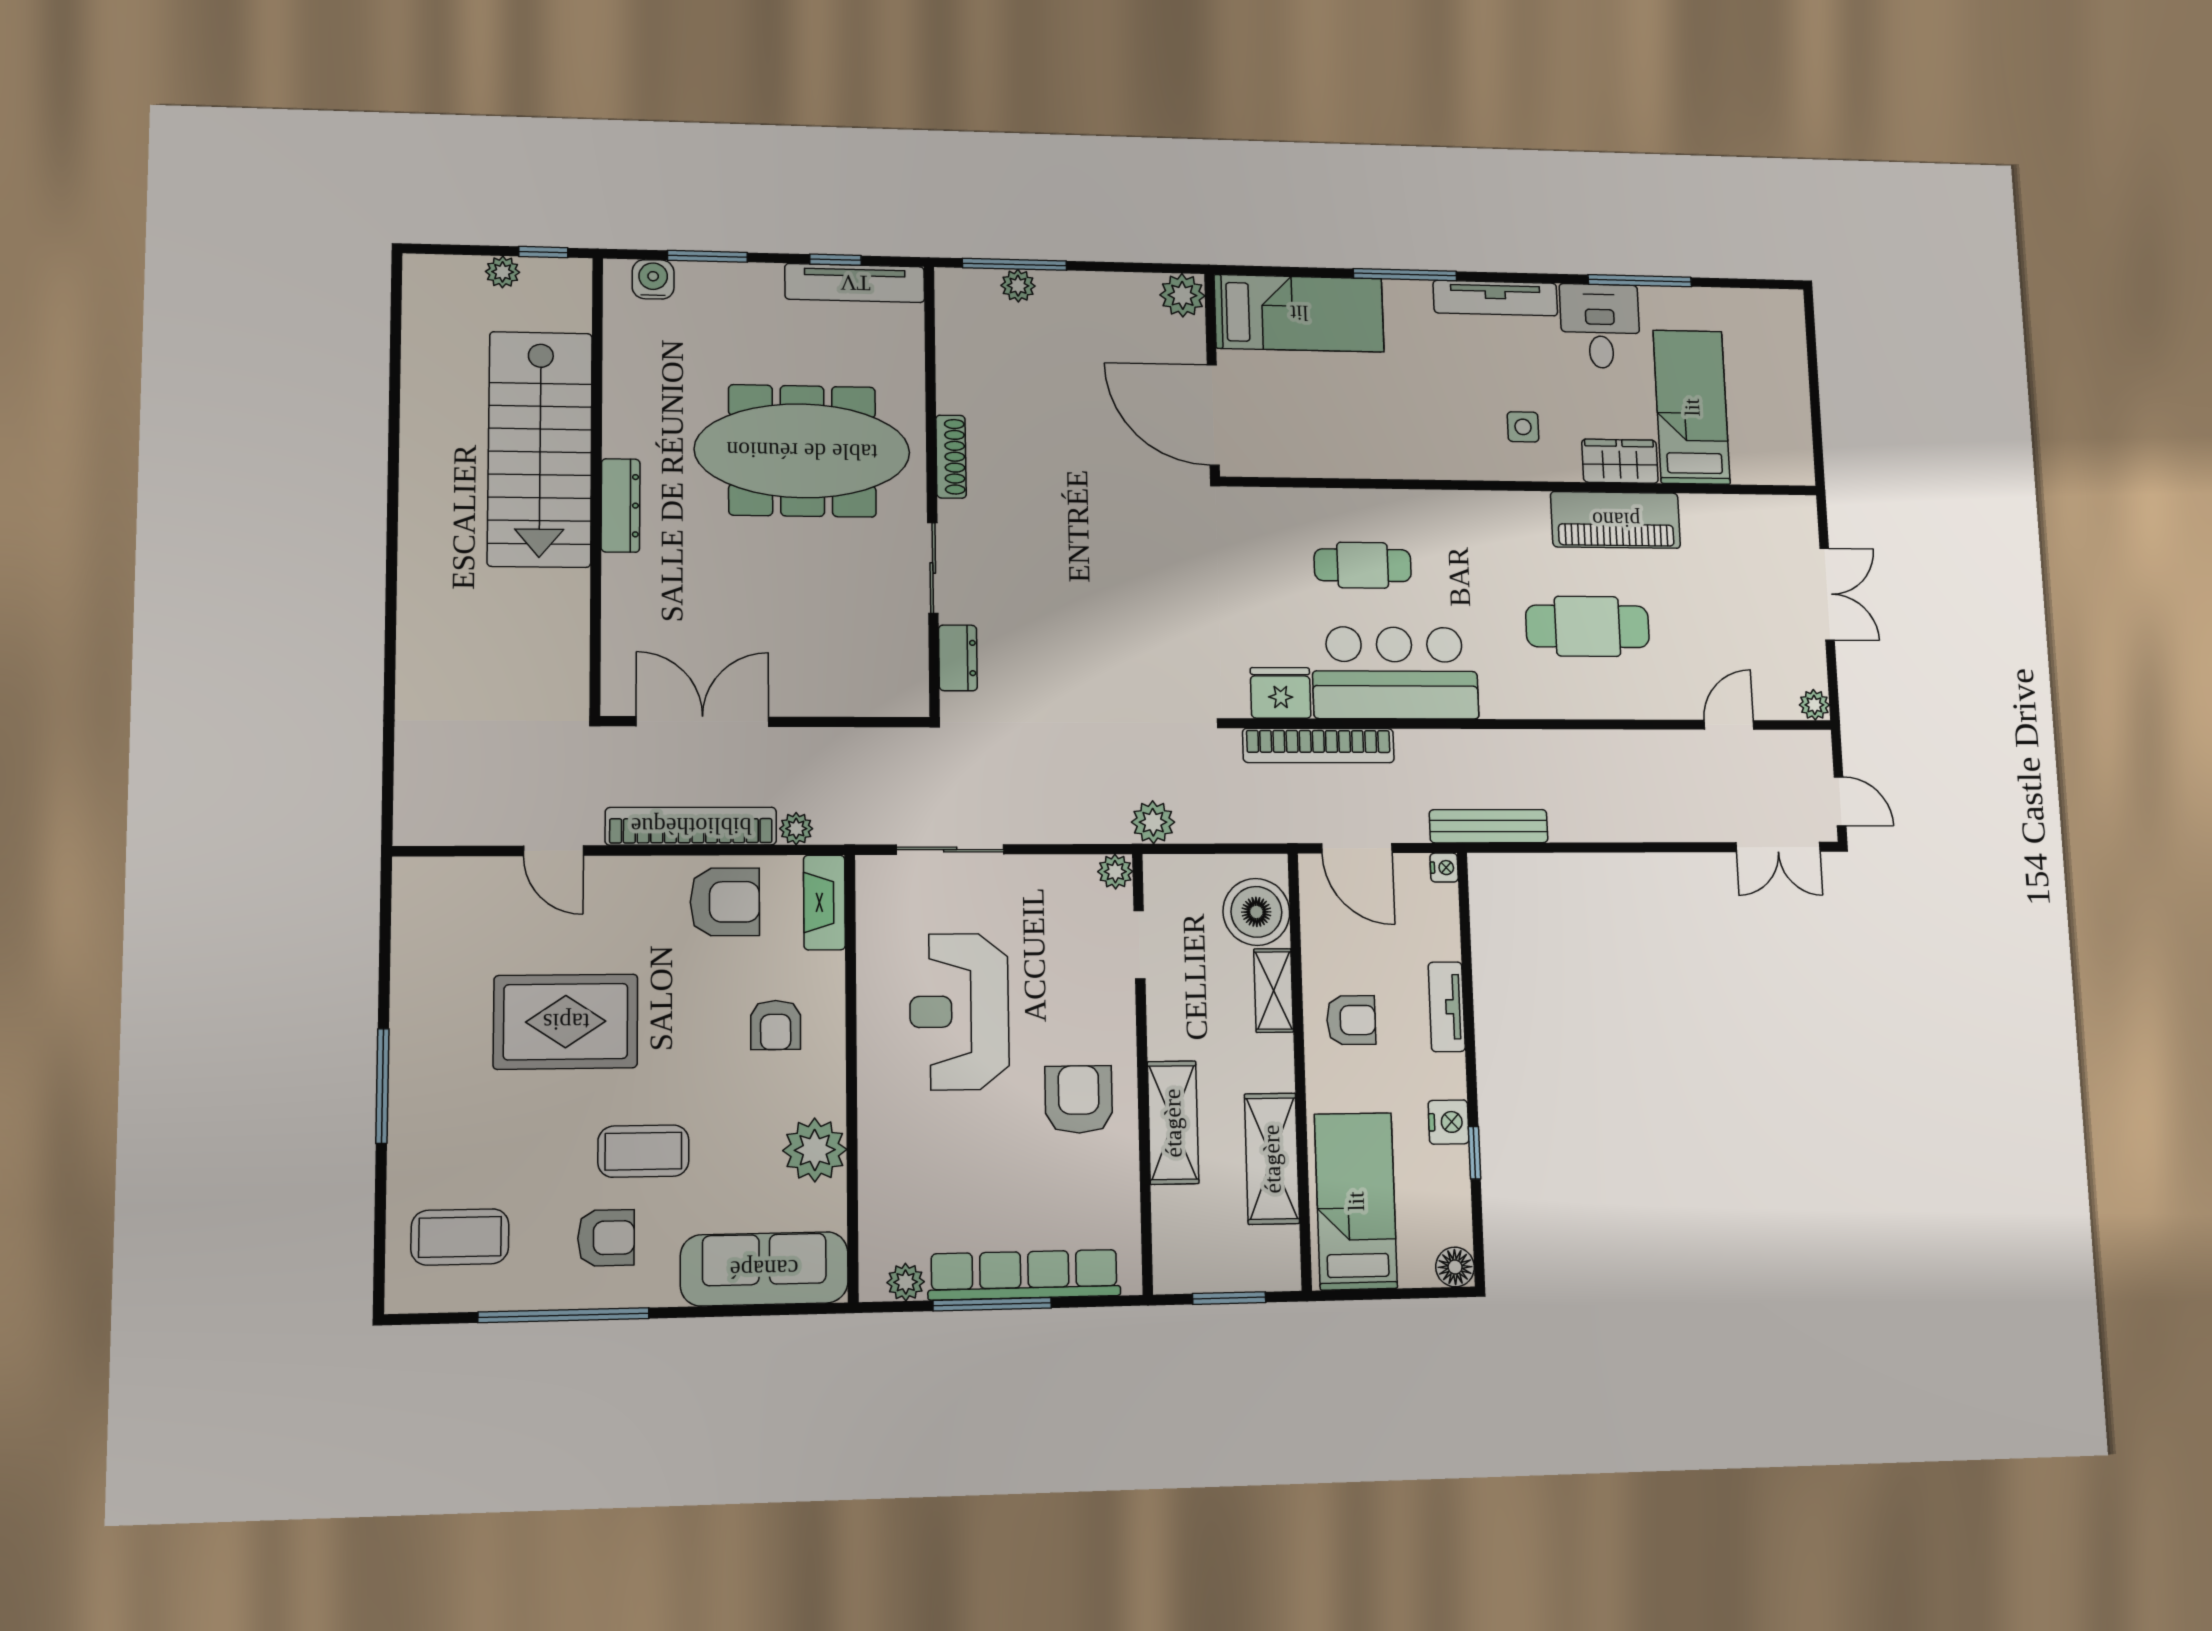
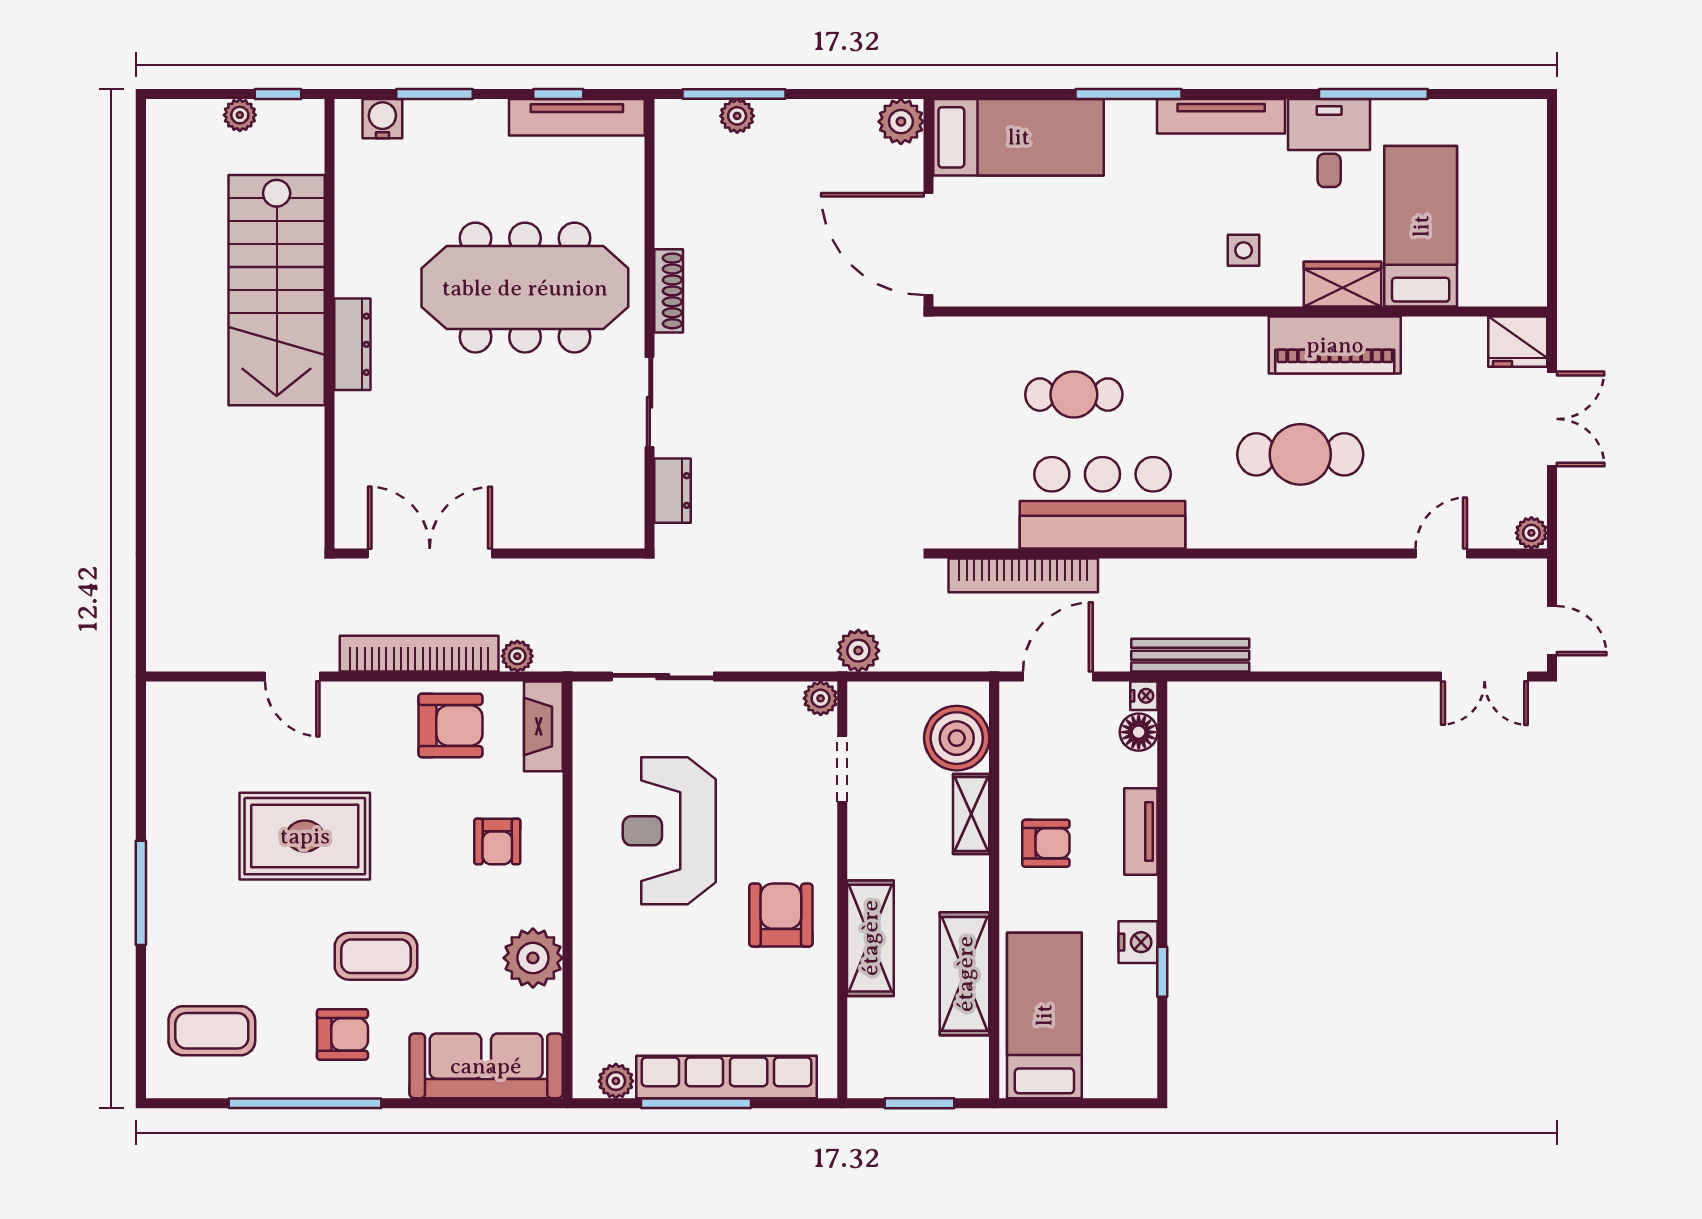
fridge: (1281, 693) -> (1518, 342), moved, turned 180
door: (1357, 848) -> (1058, 677), swing flipped
floor lamp: (1455, 1267) -> (1139, 732), moved

